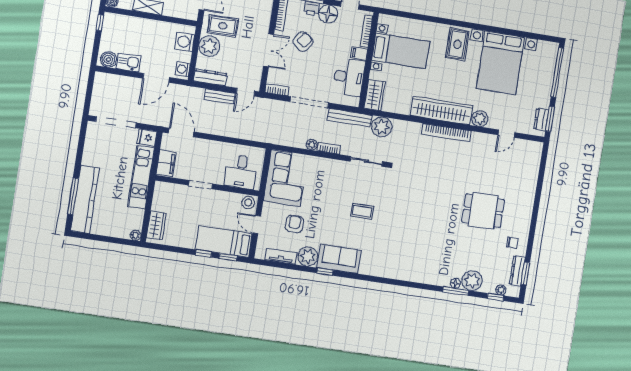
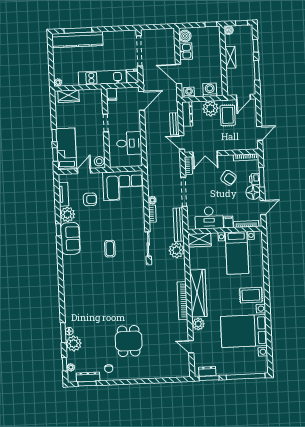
double door: (269, 50) -> (205, 154), moved
filing cabinet: (166, 163) -> (112, 94), width x0.50
desk: (241, 172) -> (129, 143), moved, turned 180

